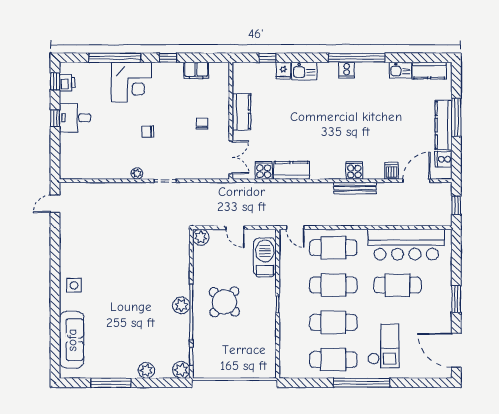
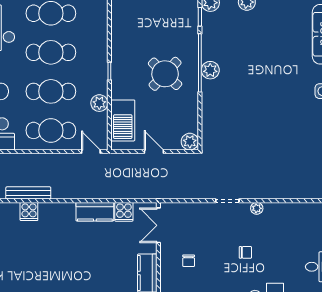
plant: (287, 274) -> (99, 103), added

